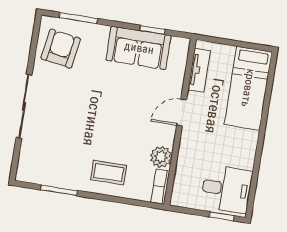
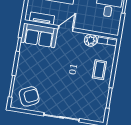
sofa: (139, 48) -> (39, 35), moved, turned 90
armchair: (61, 49) -> (29, 96), turned 146
door: (182, 113) -> (66, 28), swing flipped

